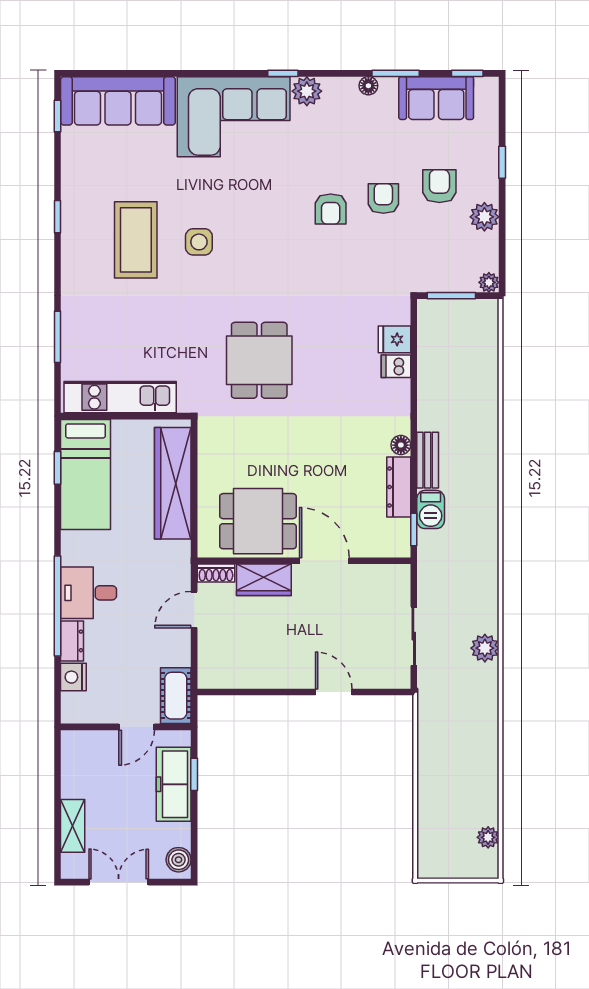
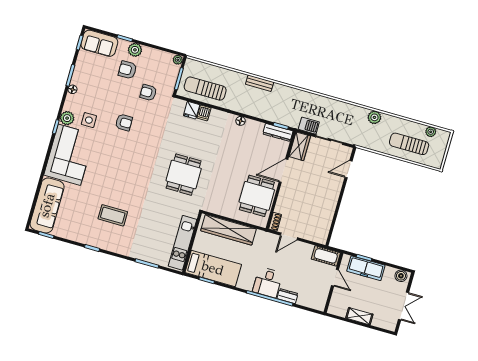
sofa: (436, 98) -> (99, 43), moved, turned 90
armchair: (383, 198) -> (148, 93), moved
plant: (484, 217) -> (135, 50), moved
coffee table: (136, 240) -> (113, 215), width x0.73, depth x0.76
side table: (199, 242) -> (89, 120), moved
sun lounger: (446, 355) -> (205, 89), added
dining table: (259, 360) -> (184, 175), turned 90
bench: (428, 460) -> (260, 83), moved
dresser: (399, 487) -> (278, 132), moved
barbecue: (431, 509) -> (309, 126), moved
wardrobe: (264, 580) -> (300, 146), moved
door: (194, 610) -> (289, 236), hinge flipped
plant: (485, 648) -> (374, 117), moved
nightstand: (73, 677) -> (304, 300), removed
door: (334, 692) -> (349, 169), moved
sun lounger: (451, 800) -> (409, 144), added
shelving: (73, 826) -> (359, 316), moved
double door: (119, 882) -> (403, 306), swing flipped

